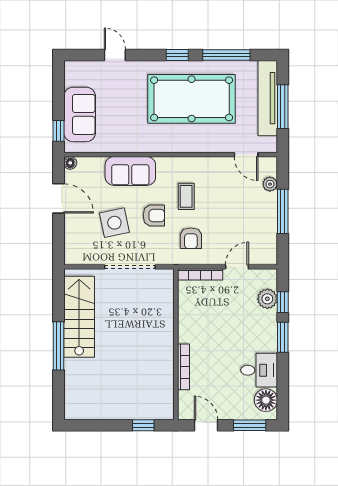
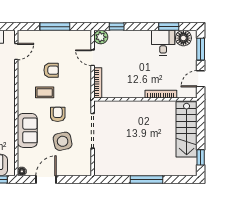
plant: (270, 184) -> (36, 35), removed
armchair: (191, 238) -> (51, 70), moved
plant: (267, 299) -> (101, 37), moved
stairs: (79, 317) -> (187, 129), moved, turned -90
window: (283, 337) -> (169, 27), moved
window: (143, 425) -> (201, 157), moved

